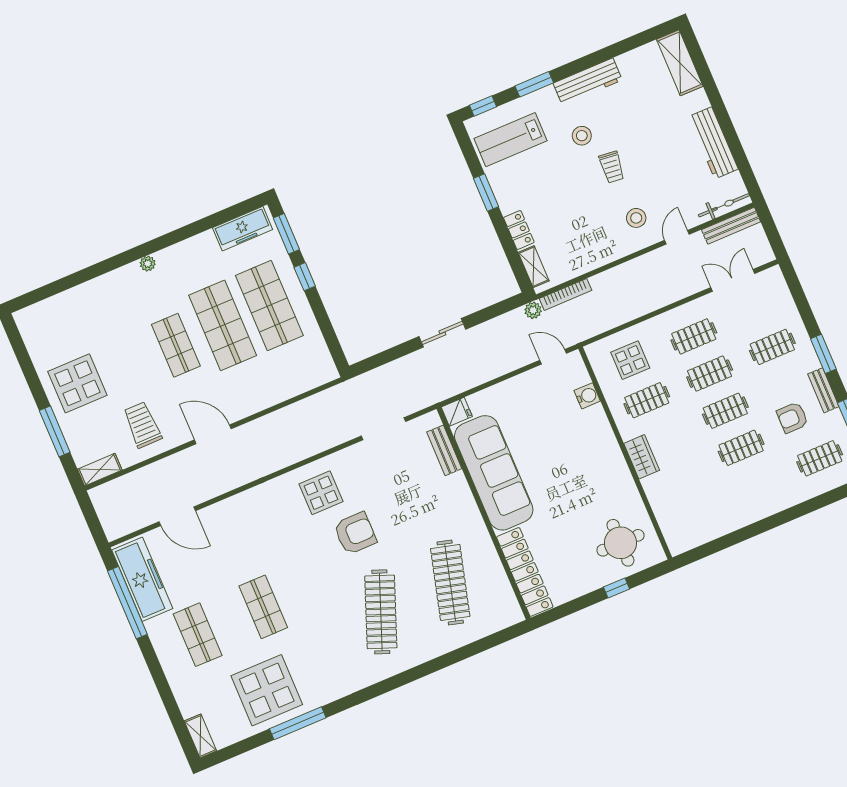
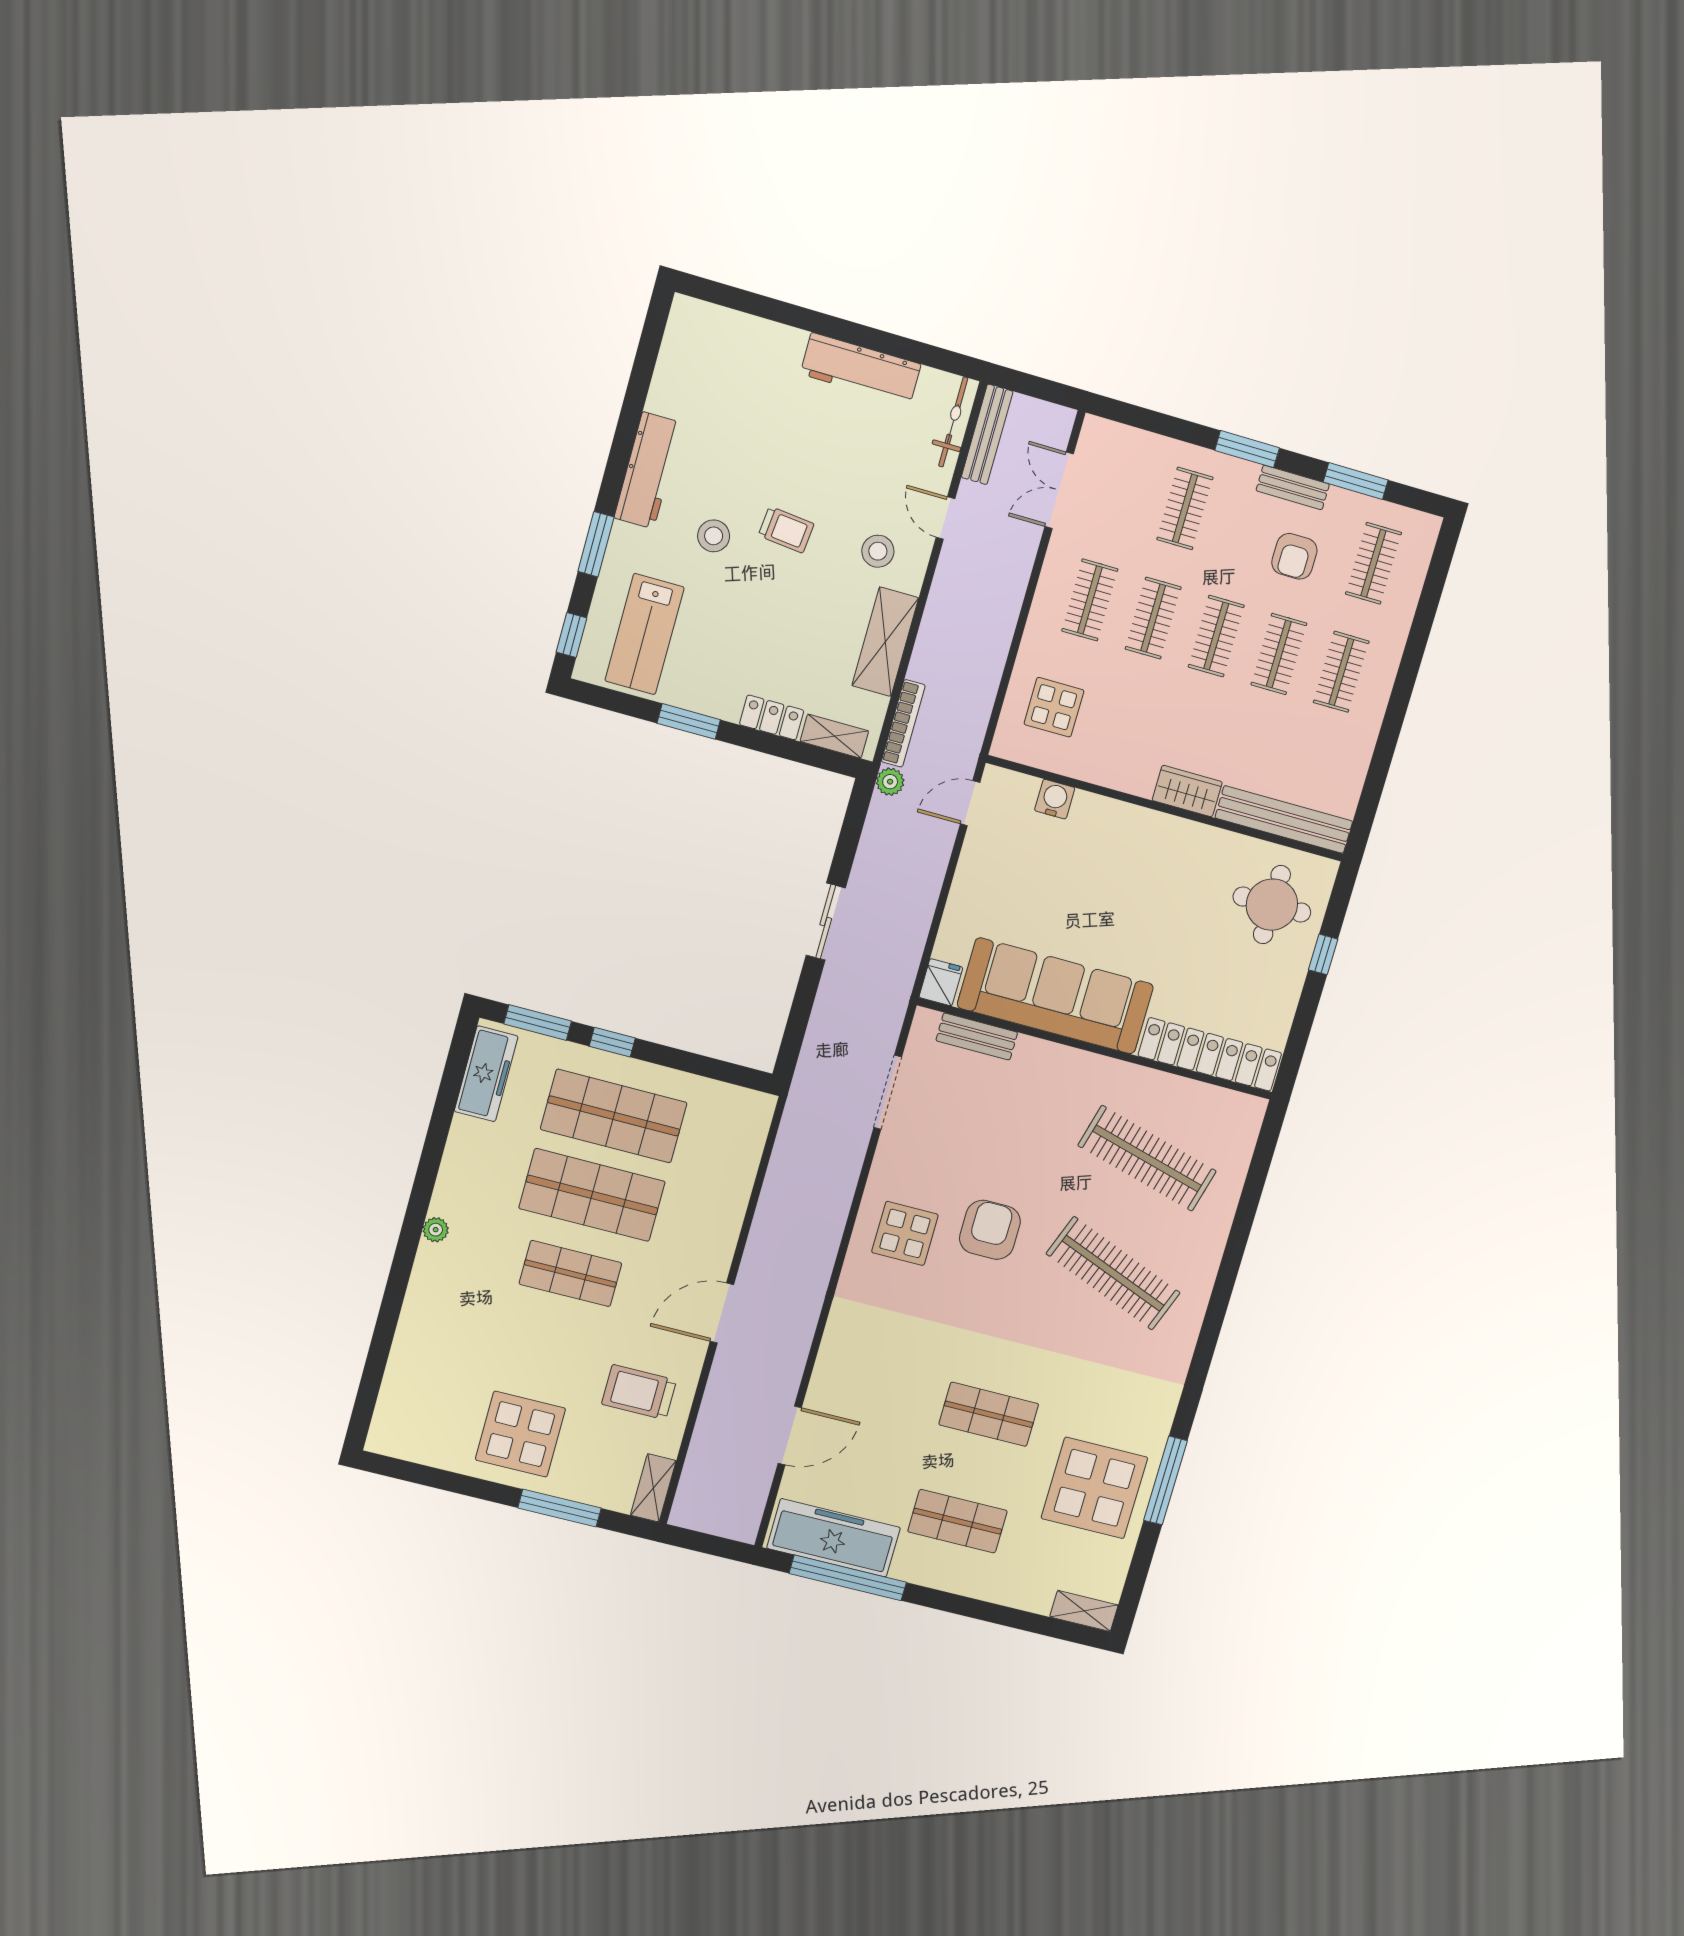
shelving: (680, 63) -> (885, 642), moved, turned 90
clothes rail: (647, 400) -> (1341, 672), moved
bench: (665, 515) -> (1284, 820), added

